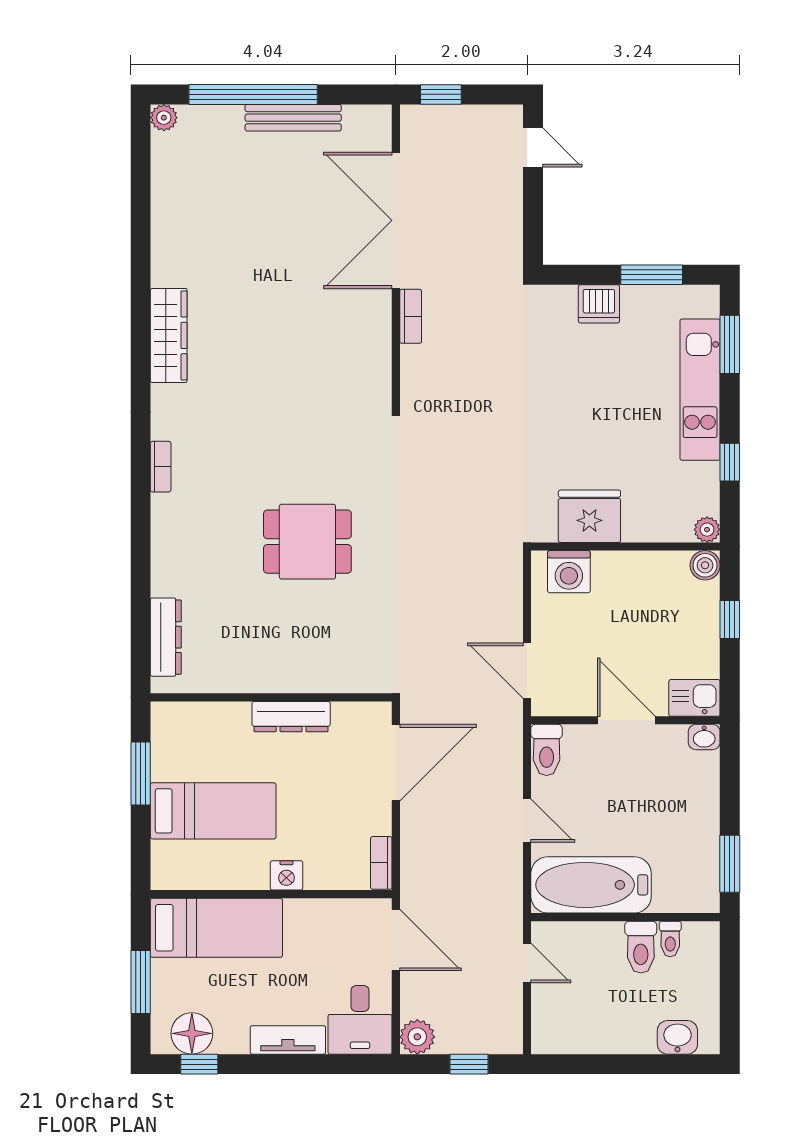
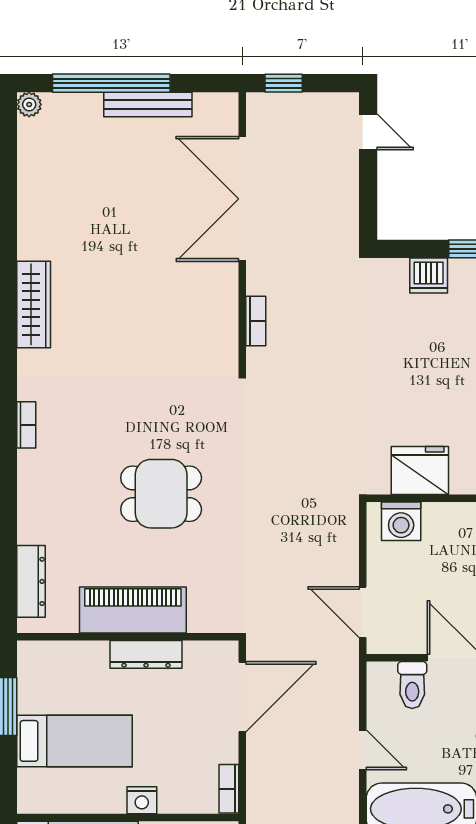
bookcase: (411, 316) -> (256, 321), moved
piano: (277, 668) -> (133, 610), added
toilet: (547, 750) -> (412, 685), moved

